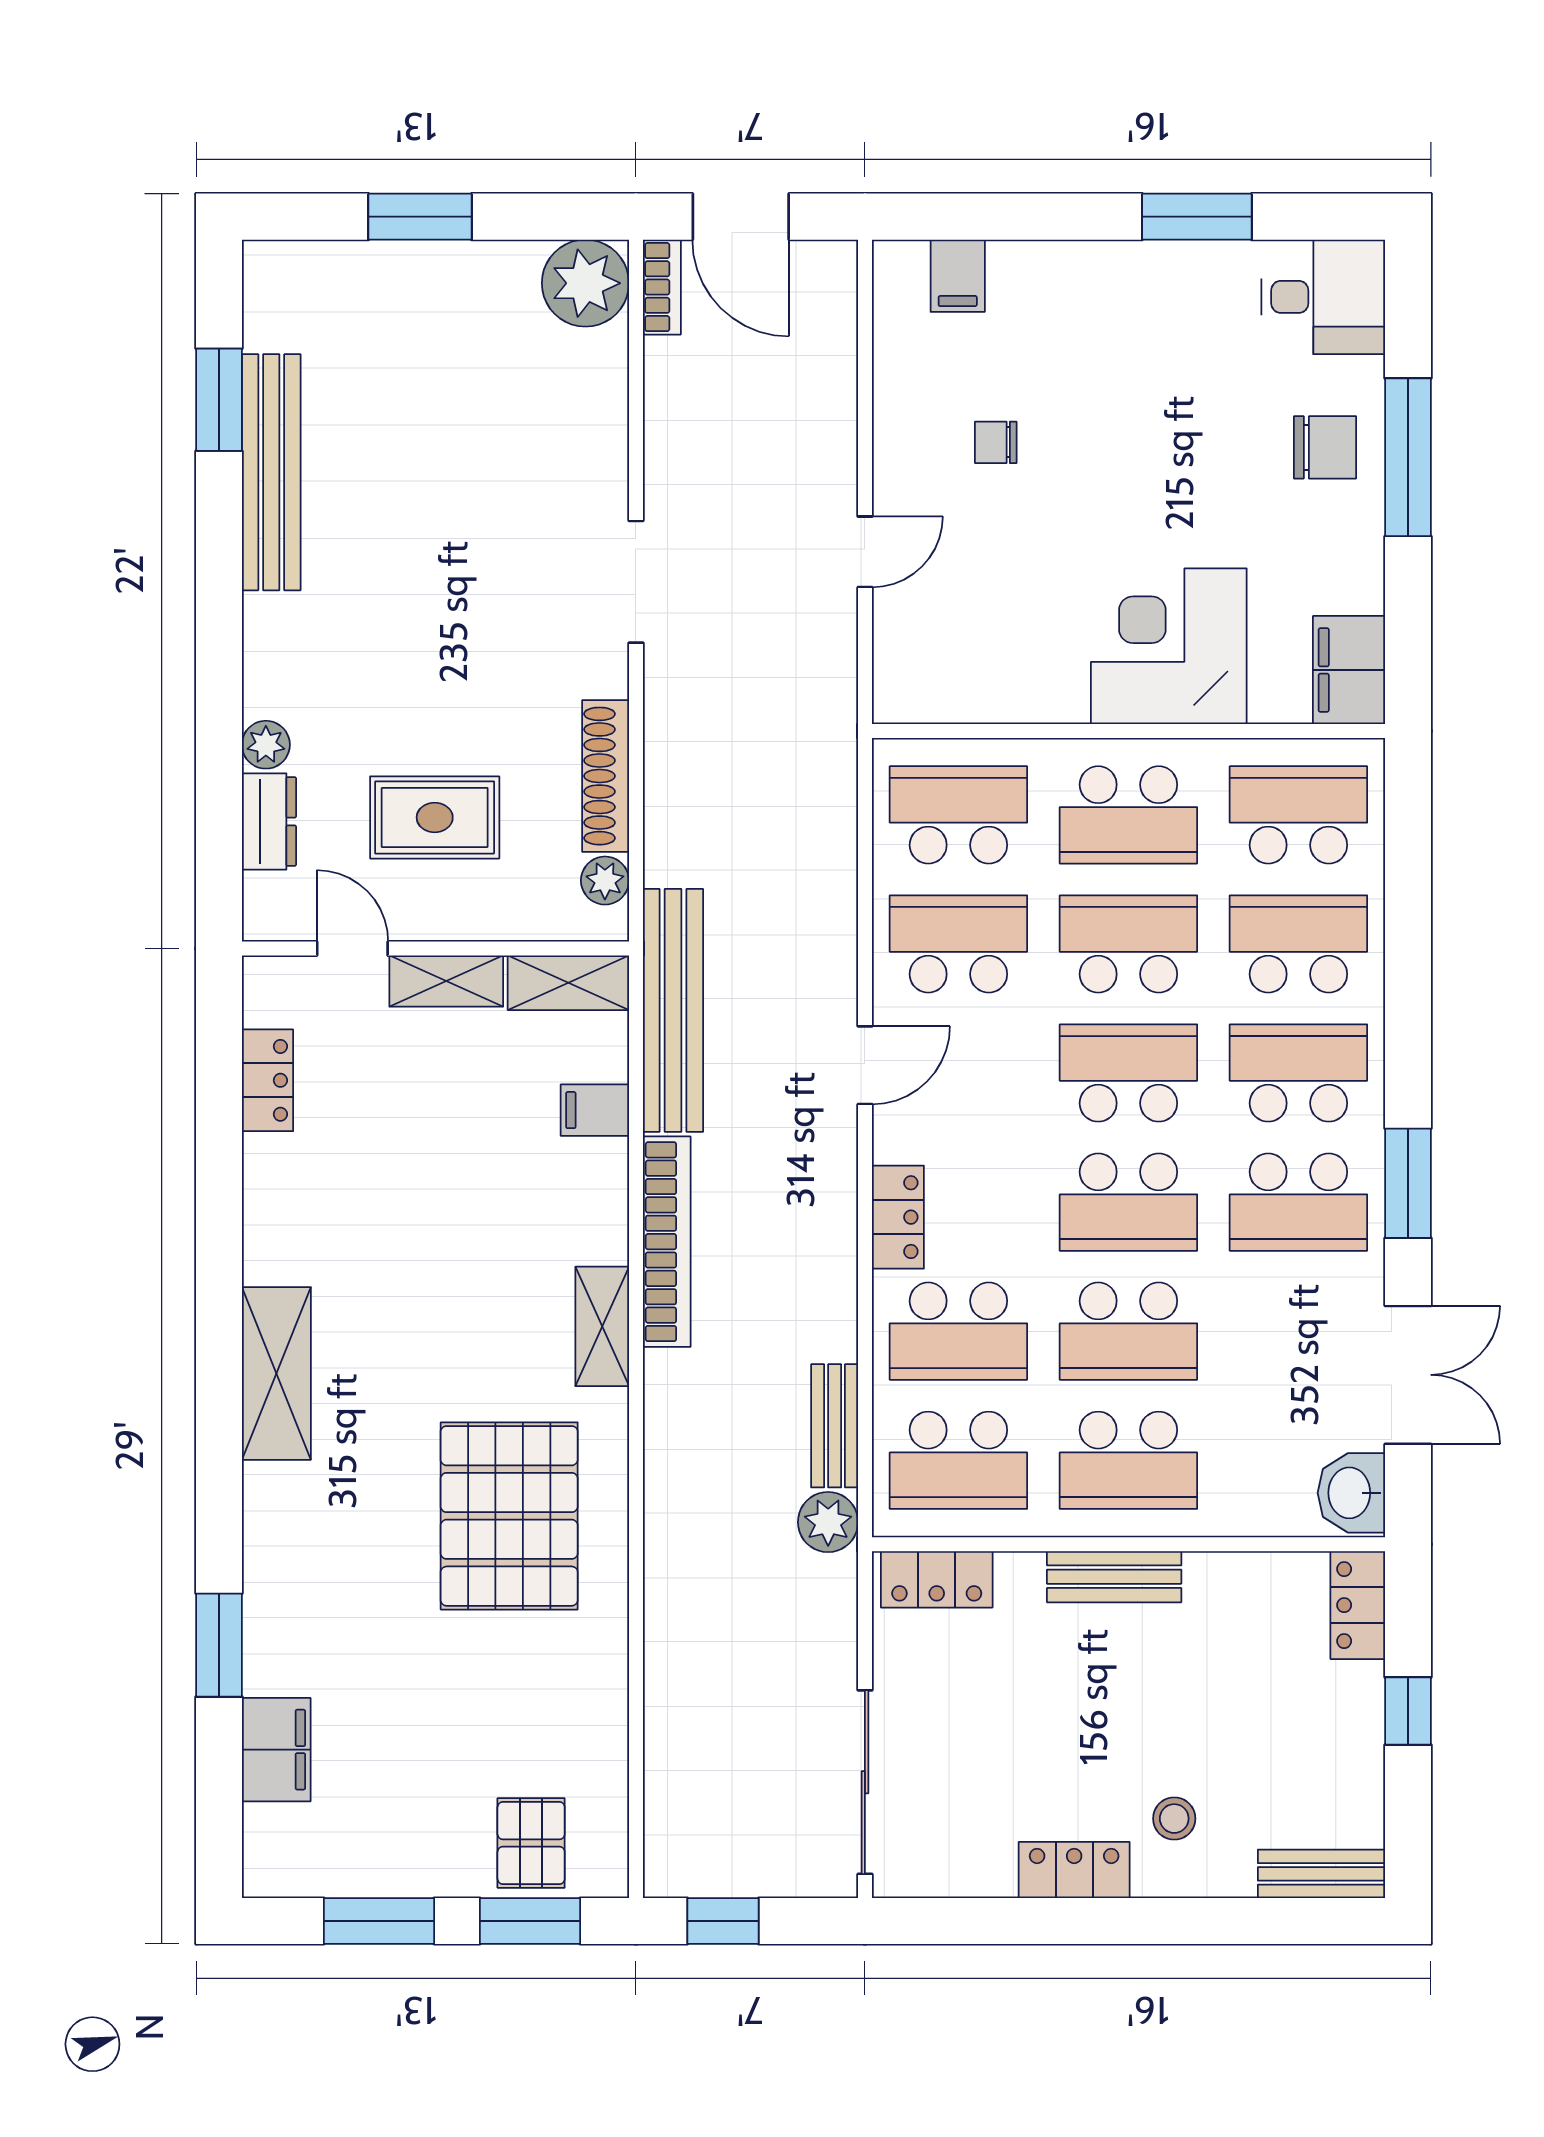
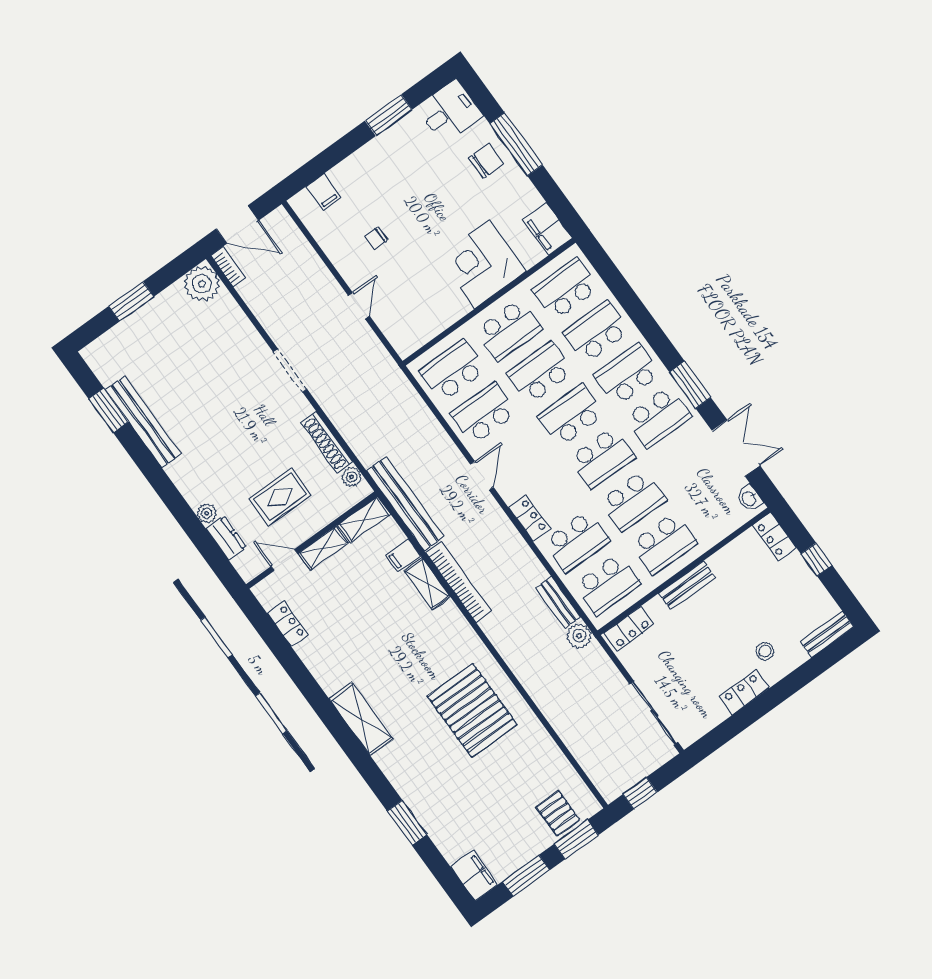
shelving: (602, 1326) -> (427, 583), moved
washbasin: (1351, 1493) -> (749, 498), width x0.72, depth x0.69
filing cabinet: (276, 1750) -> (474, 876), moved

